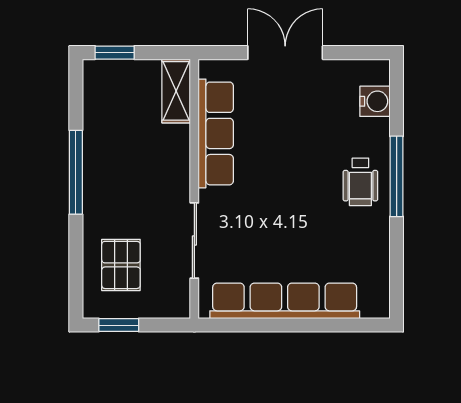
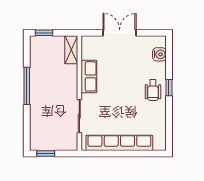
row of seats: (216, 133) -> (89, 76), width x0.68
window: (397, 176) -> (169, 88), width x0.46
pallet: (121, 265) -> (47, 127), removed

